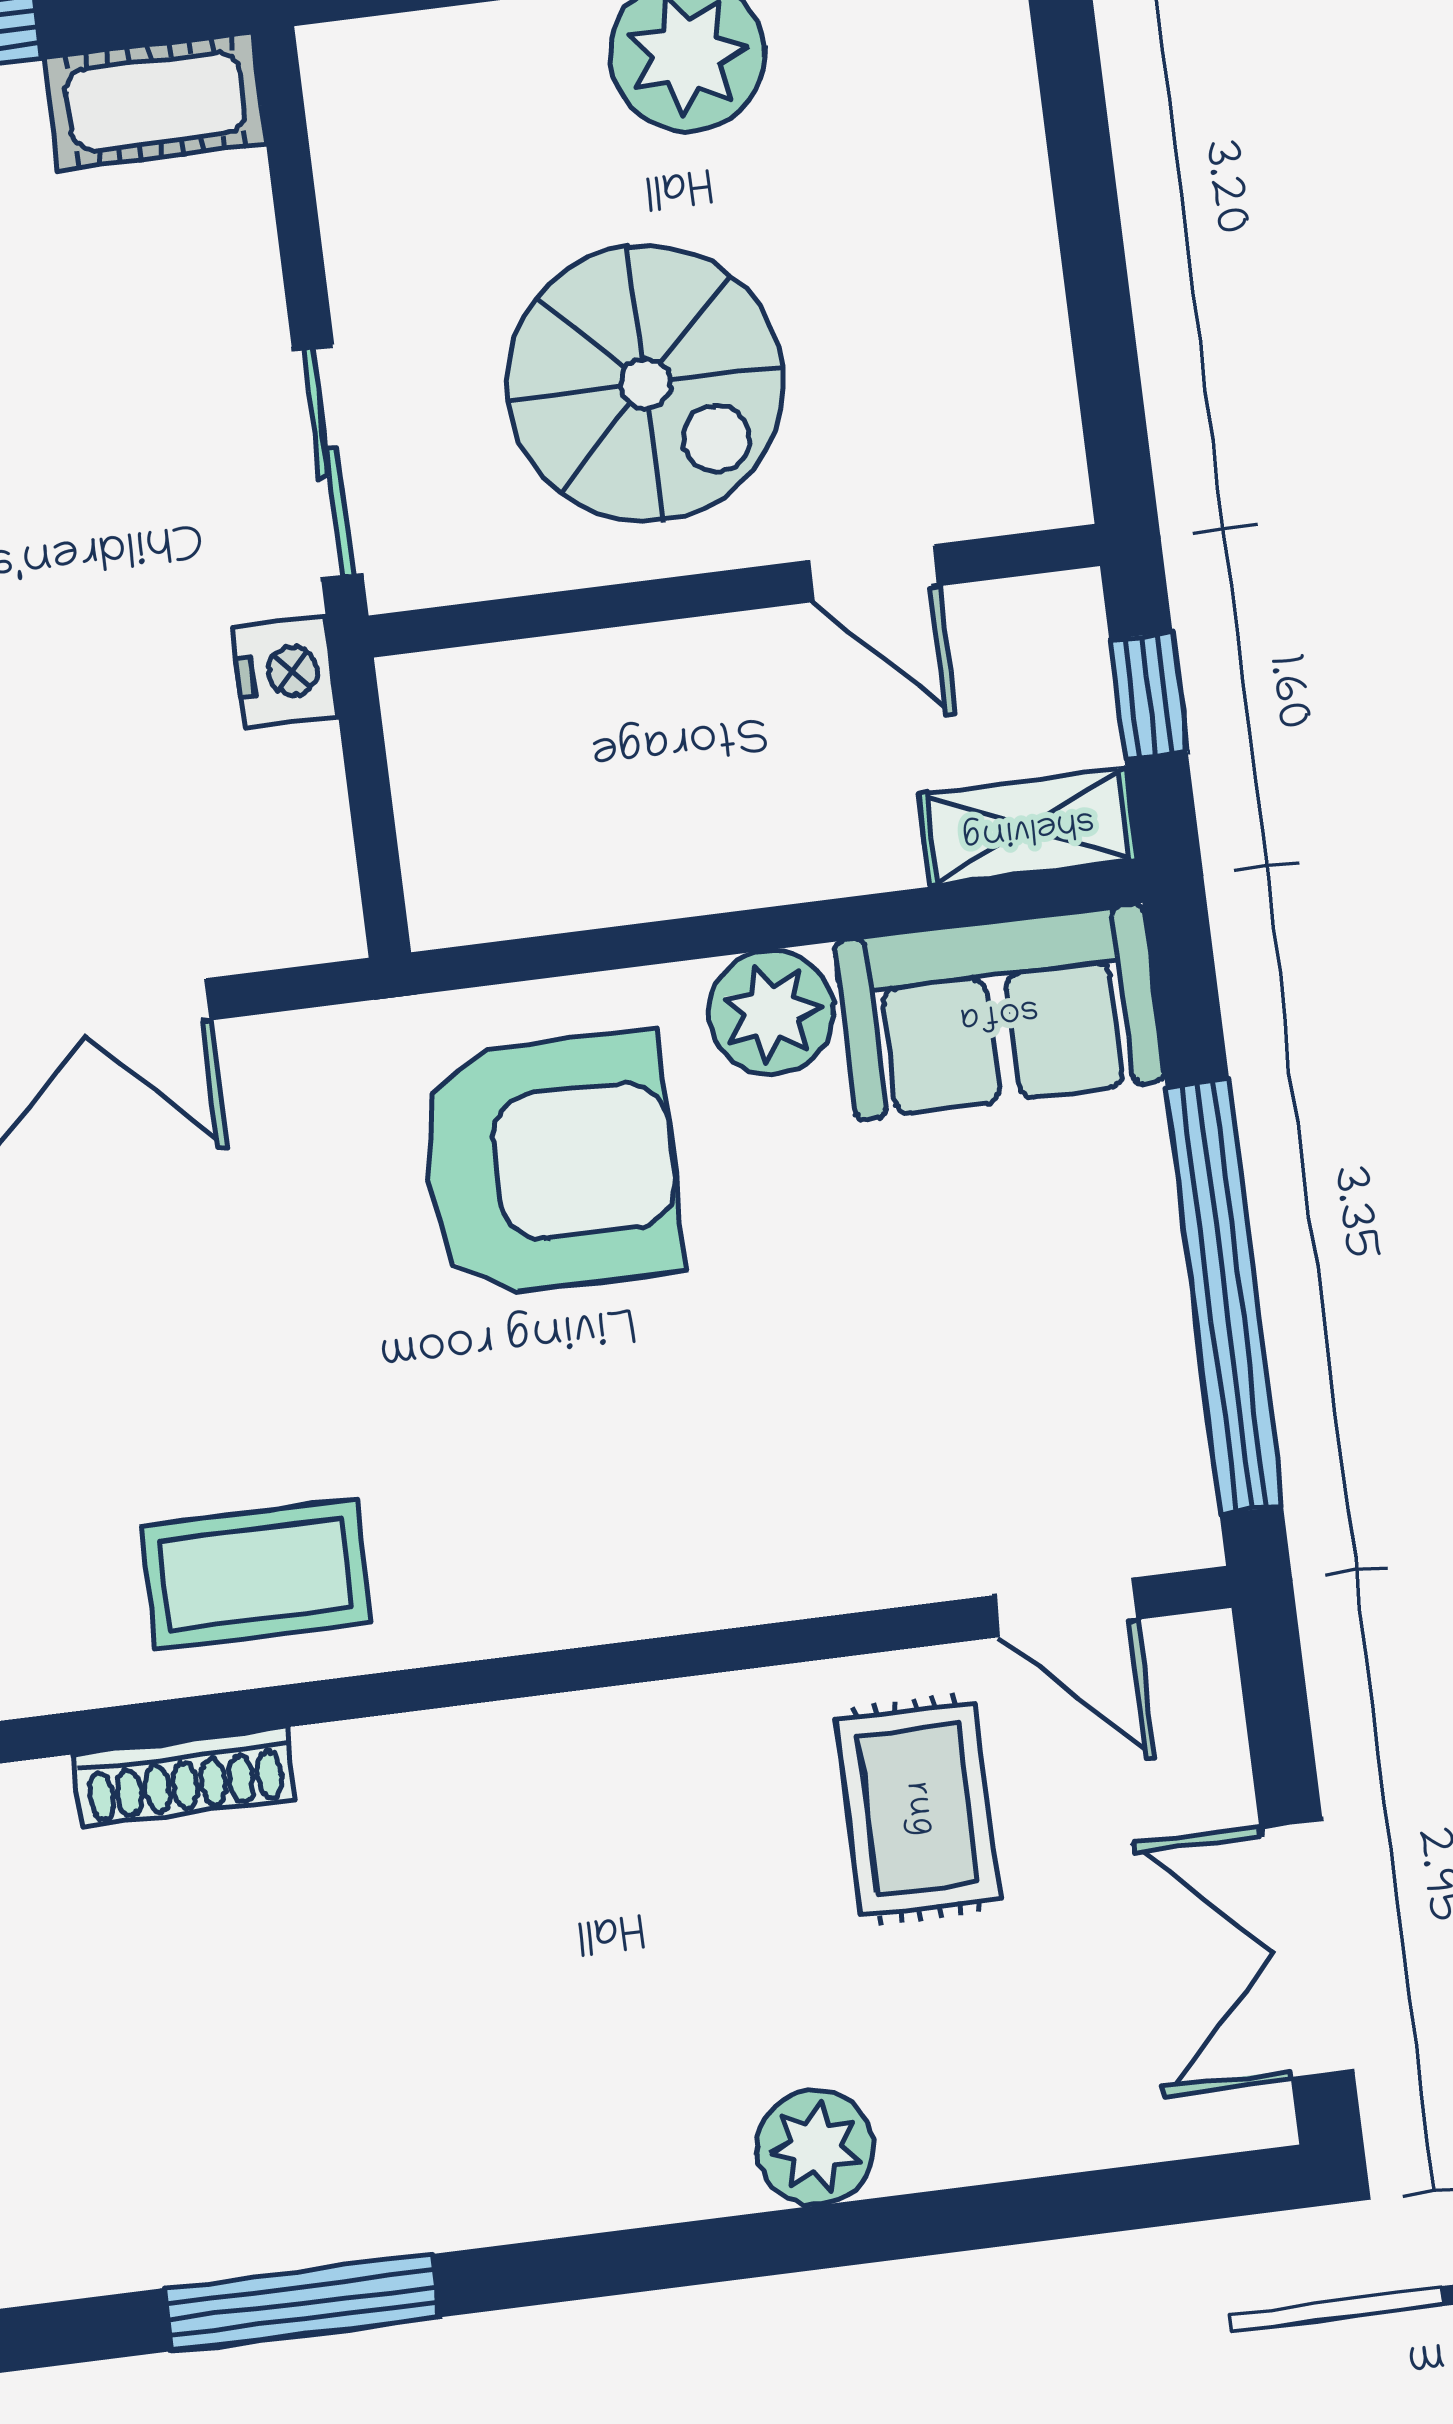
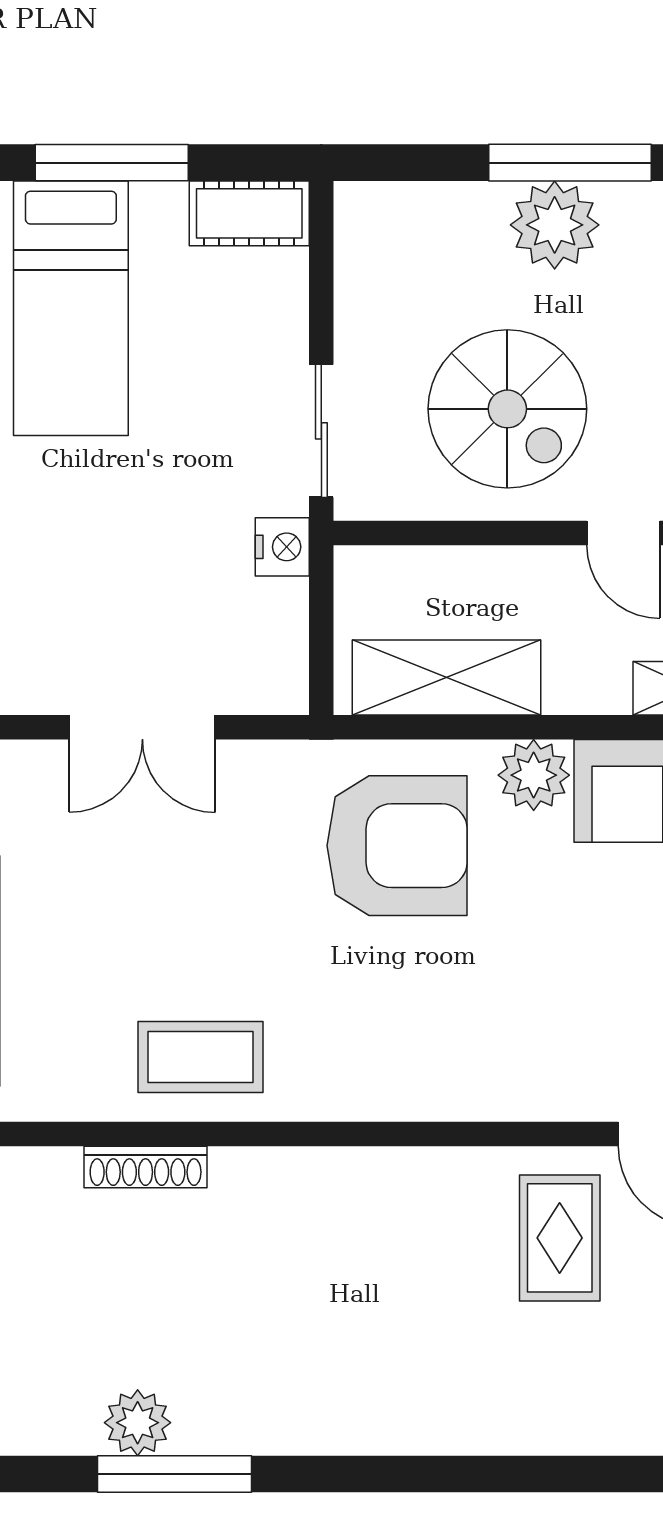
shelving: (599, 862) -> (447, 677), added
plant: (815, 2147) -> (138, 1423), moved

